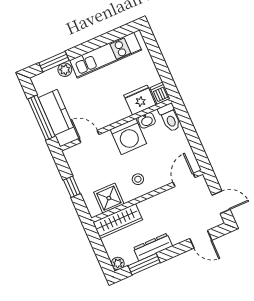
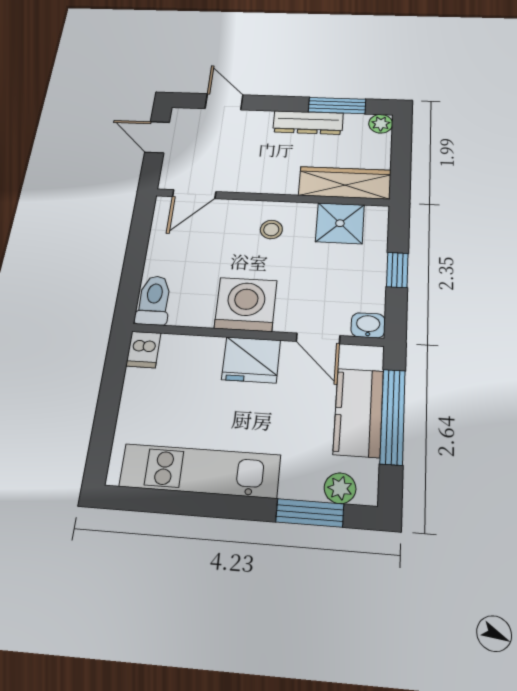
plant: (65, 70) -> (340, 488), moved
fridge: (140, 100) -> (251, 360), moved
washbasin: (147, 120) -> (368, 325), moved

